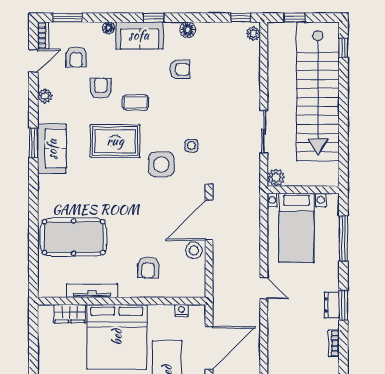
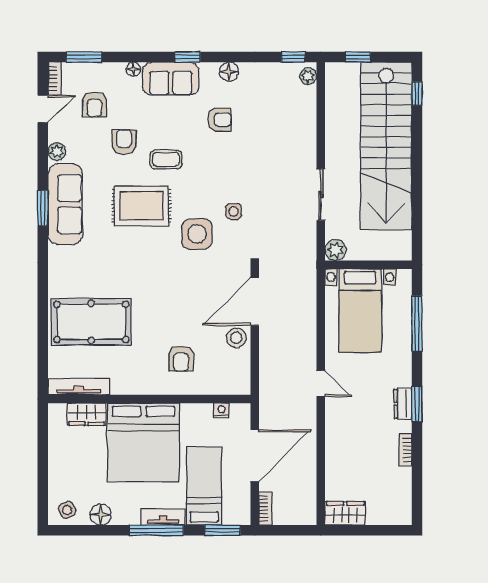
sofa: (52, 149) -> (65, 204), width x1.36
tv unit: (92, 291) -> (79, 387), moved

